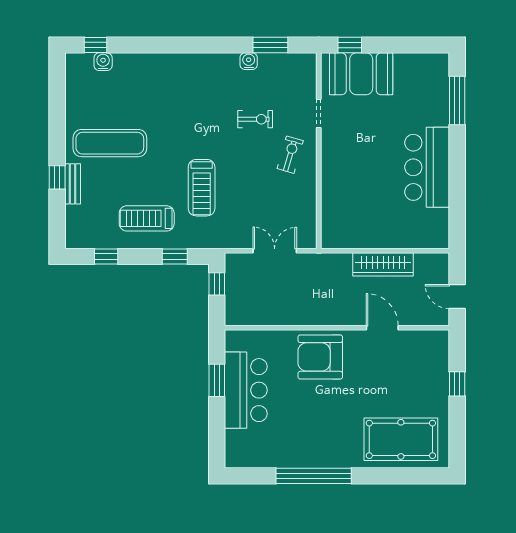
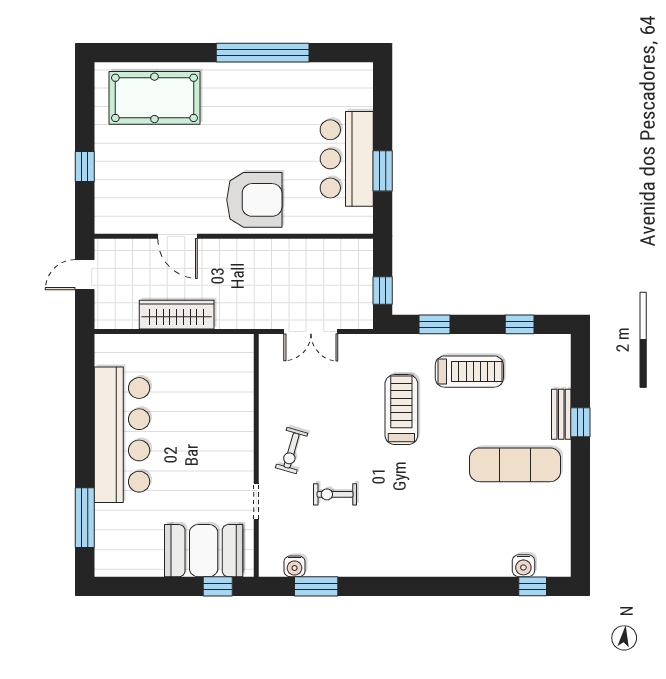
water cooler: (249, 61) -> (294, 566), moved
bar counter: (427, 167) -> (122, 435), width x1.36
door: (457, 297) -> (85, 275), swing flipped

